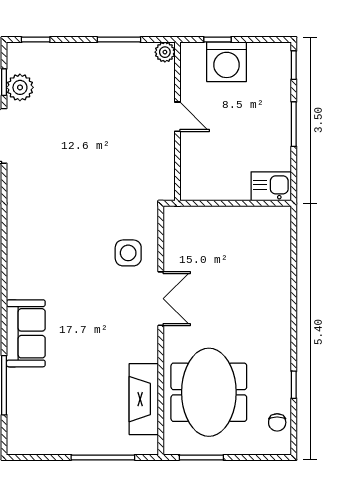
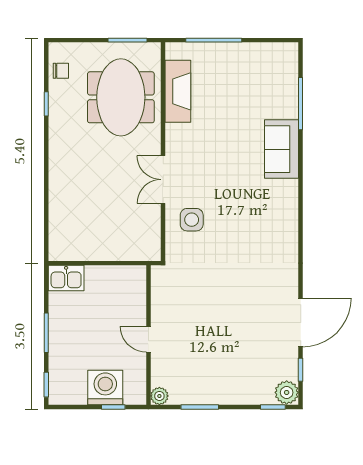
plant: (20, 87) -> (287, 392), moved
chair: (277, 422) -> (61, 71), turned 90

